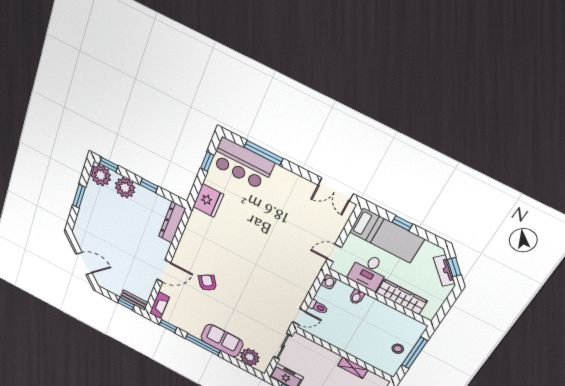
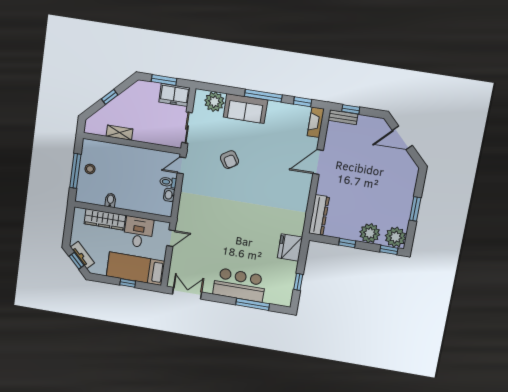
bar counter: (242, 164) -> (239, 285), moved
washbasin: (329, 282) -> (169, 195), moved
armchair: (207, 283) -> (229, 160), moved
bidet: (357, 297) -> (110, 200), moved

